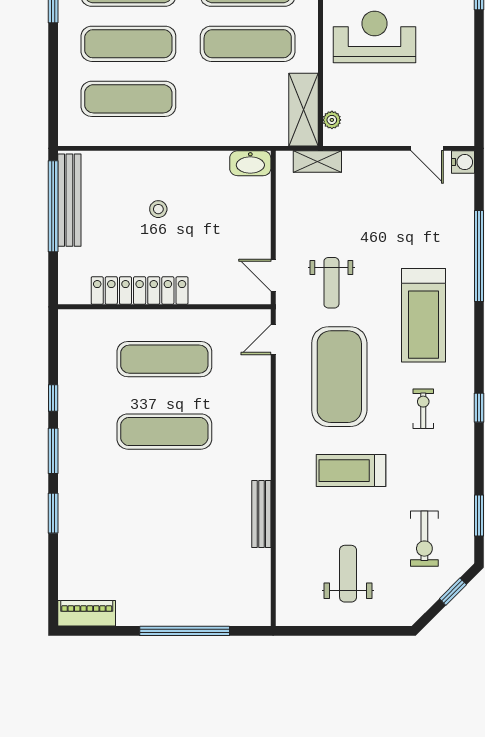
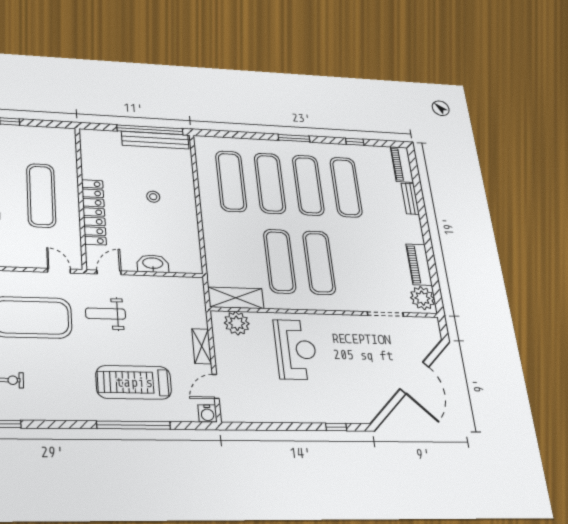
plant: (332, 120) -> (237, 323), width x1.87, depth x1.87
shelving: (317, 162) -> (202, 346), moved
washbasin: (250, 163) -> (153, 264), moved, turned 90
locker: (140, 291) -> (94, 212), moved
treadmill: (424, 315) -> (134, 382), moved

